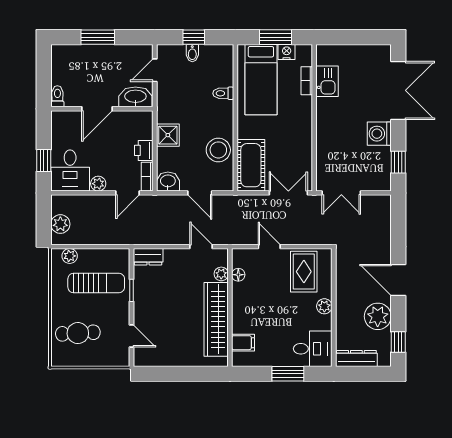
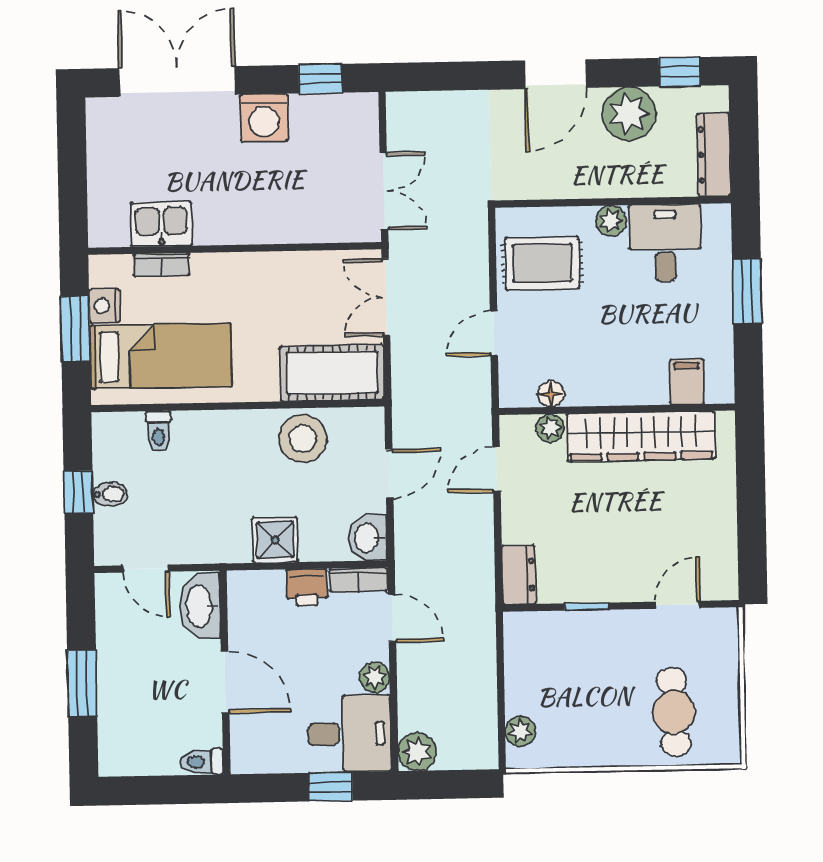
toilet: (223, 93) -> (159, 431), moved
plant: (60, 224) -> (417, 752), moved
sun lounger: (96, 283) -> (573, 677), removed
desk: (313, 349) -> (665, 243), moved

